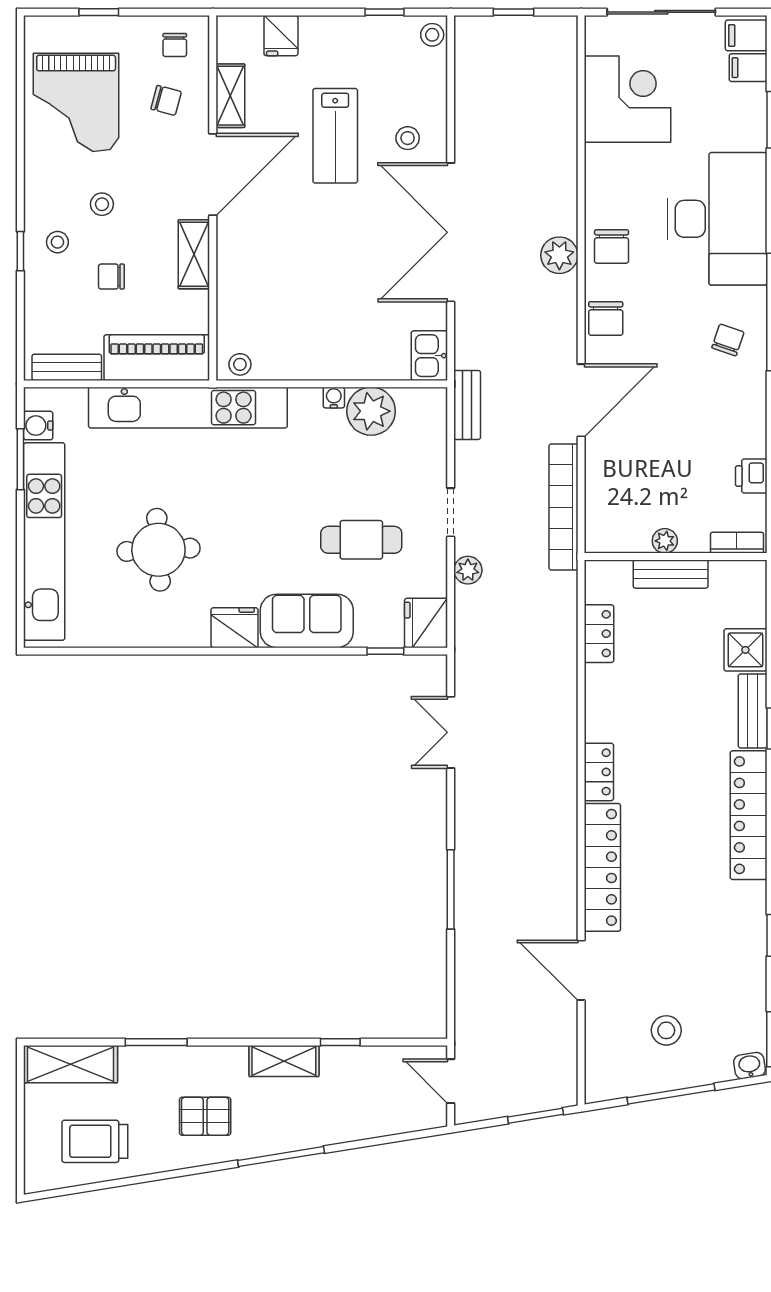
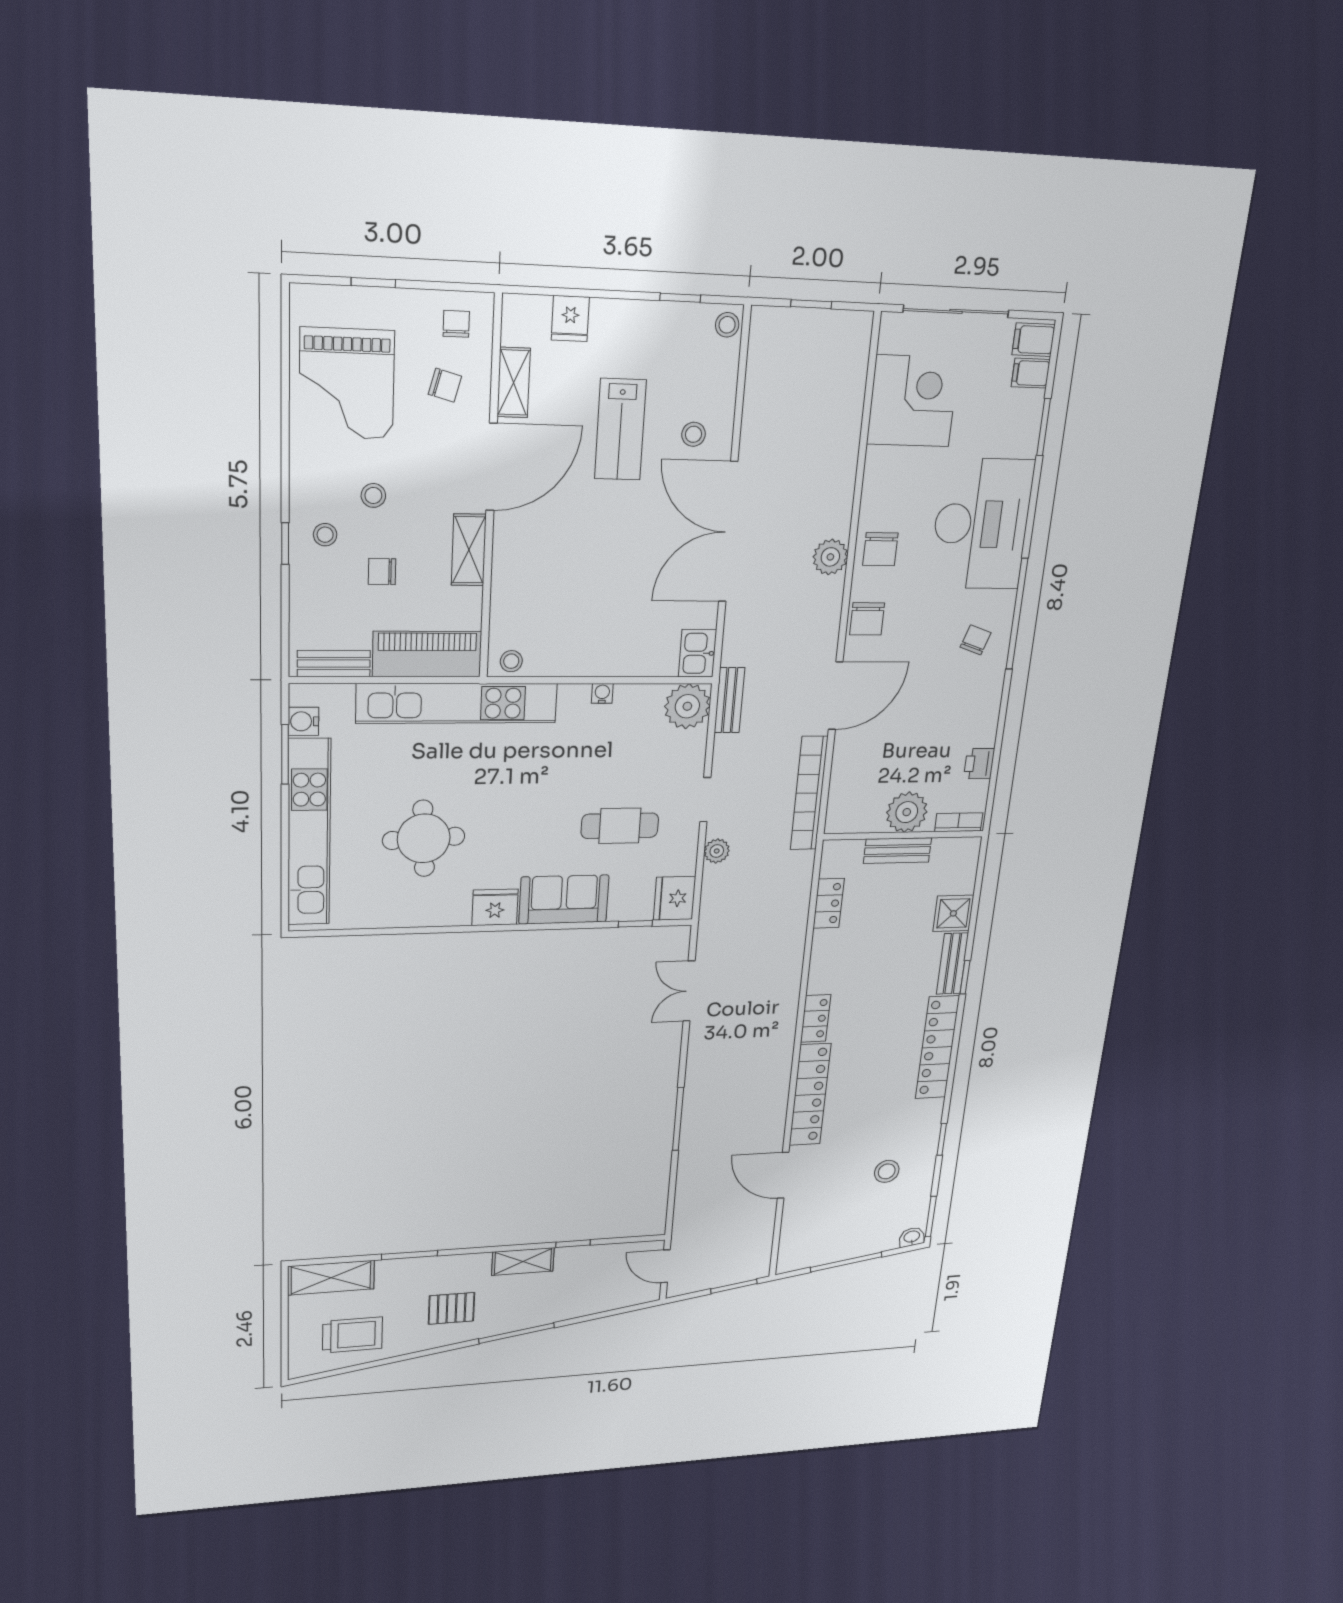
chair: (175, 45) -> (456, 324), turned 180
plant: (371, 411) -> (687, 706), moved
plant: (665, 541) -> (907, 812), width x1.87, depth x1.87
stool: (666, 1030) -> (887, 1171), moved
trolley: (95, 1141) -> (352, 1335), turned 180

